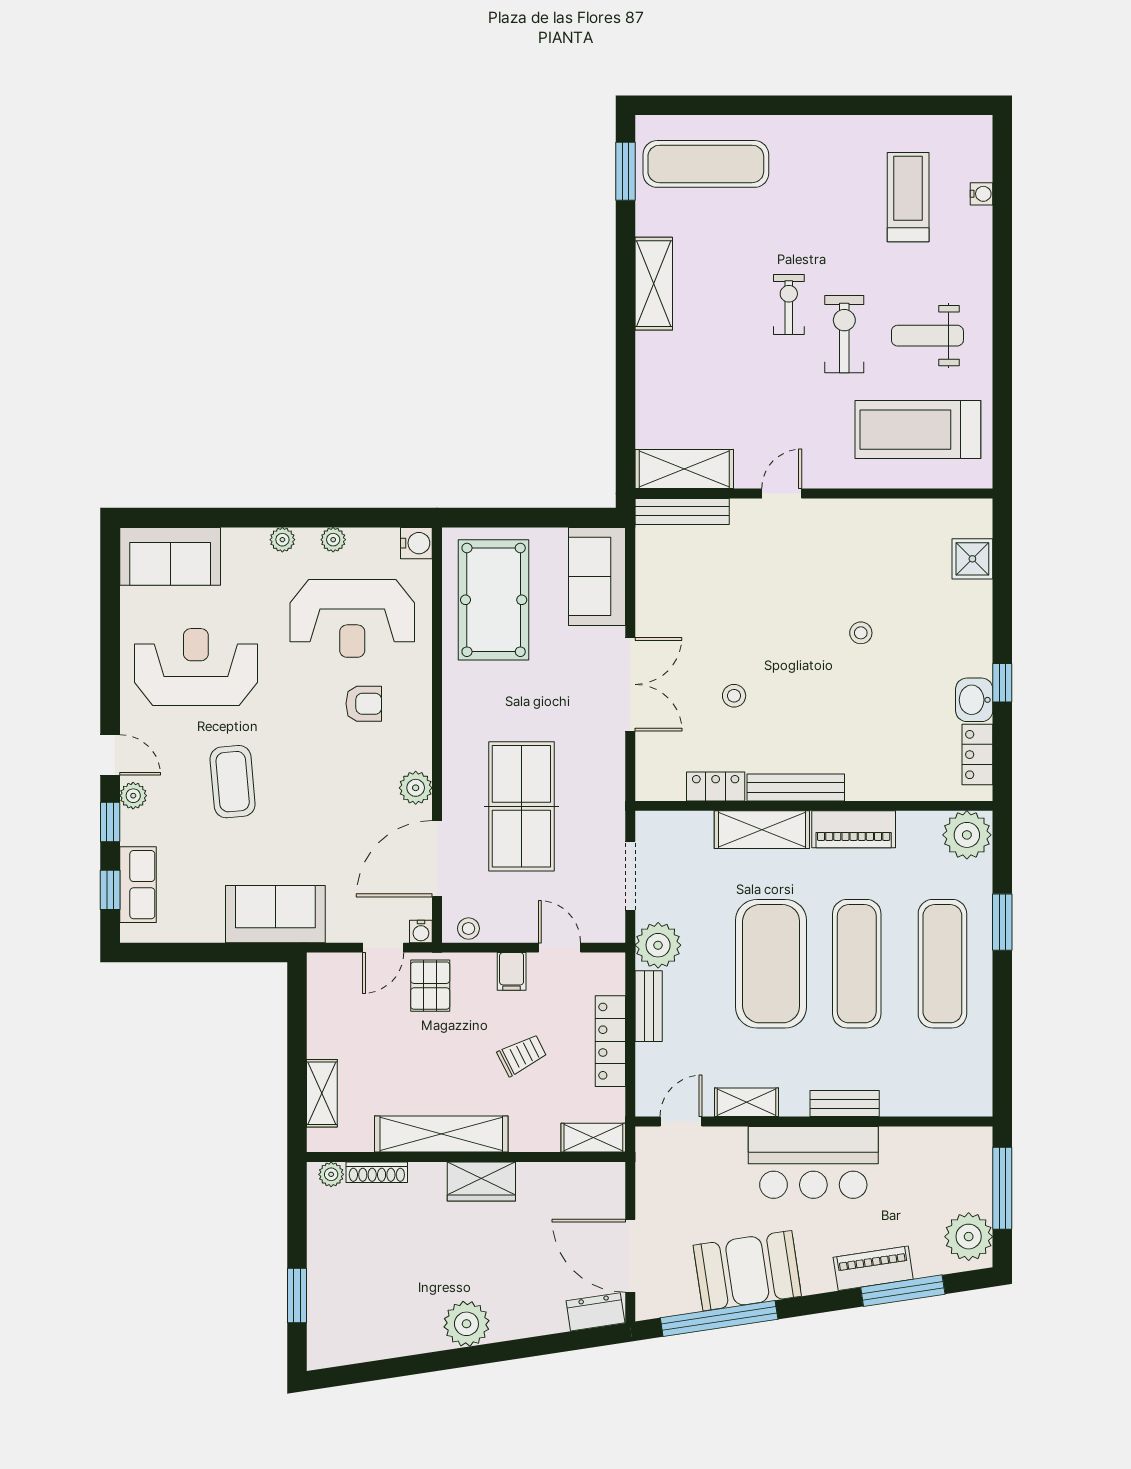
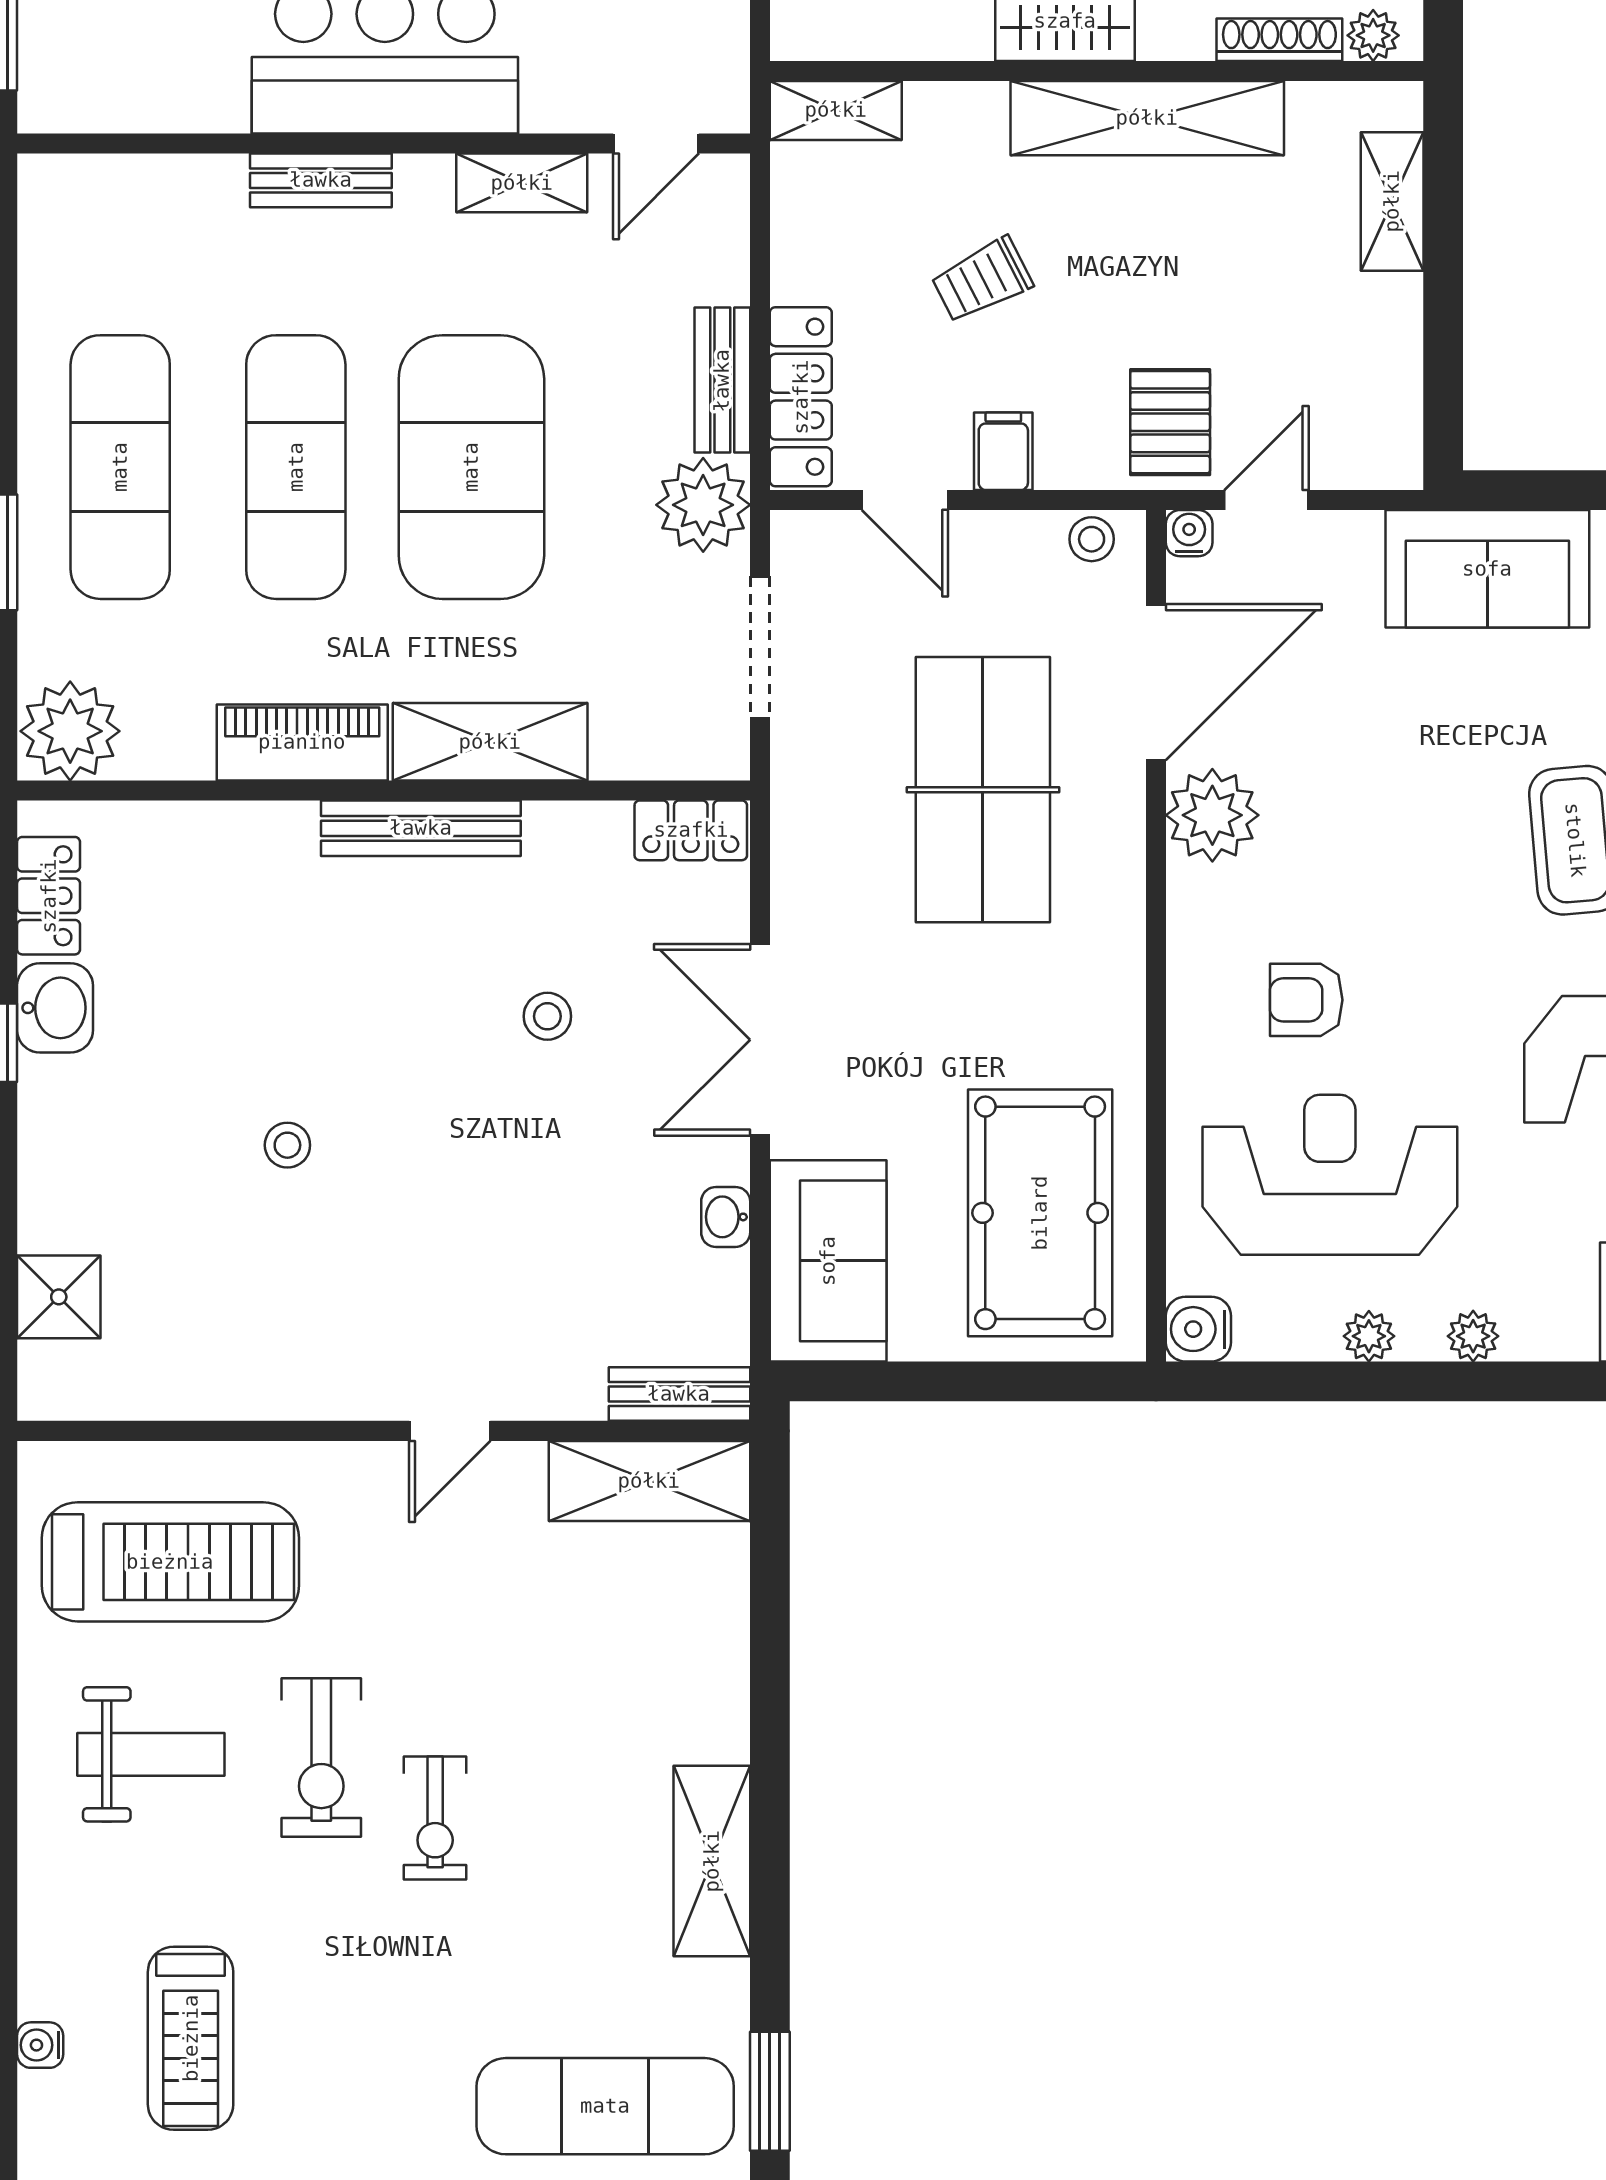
bench: (682, 511) -> (679, 1394), width x0.73
washbasin: (647, 598) -> (726, 1217), added
locker: (716, 786) -> (691, 830), moved
plant: (416, 788) -> (1212, 815), width x1.36, depth x1.36
locker: (610, 1041) -> (801, 397), moved

